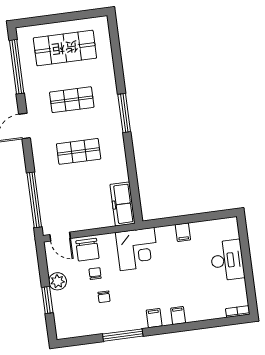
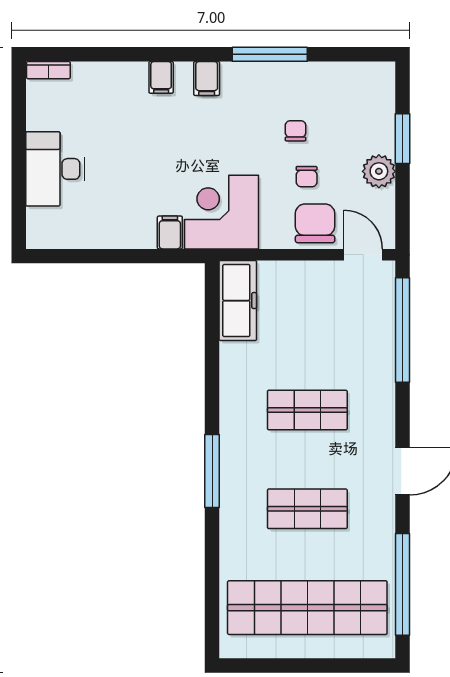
shop shelf: (65, 48) -> (307, 608), width x1.40
filing cabinet: (183, 232) -> (170, 232), moved

